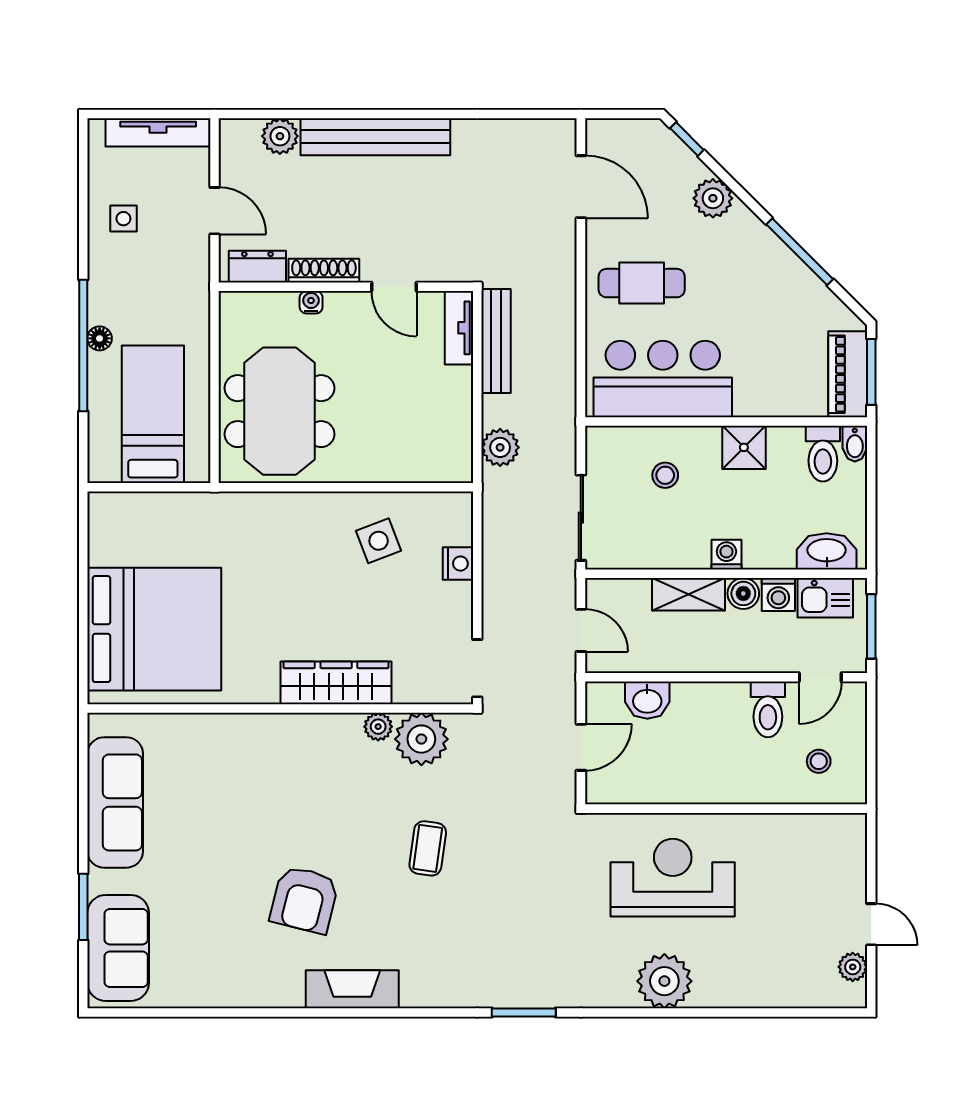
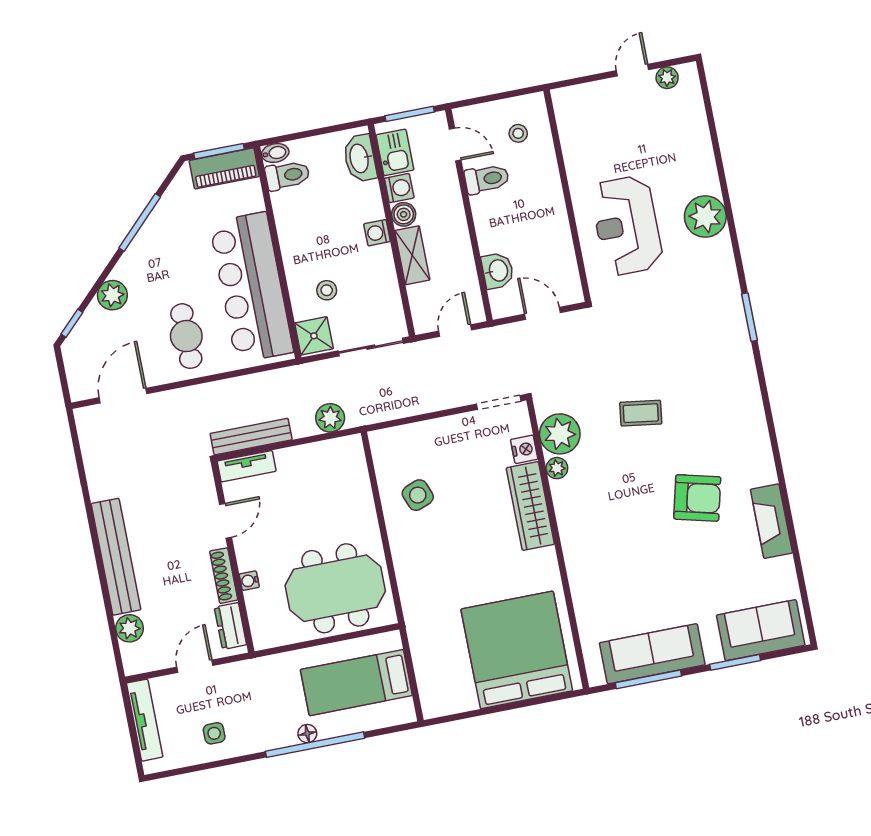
bar counter: (663, 379) -> (251, 287), width x1.36
shower: (744, 447) -> (314, 336), moved
nightstand: (458, 564) -> (524, 449), moved, turned 90
window: (83, 791) -> (648, 679), added
fireplace: (352, 989) -> (771, 521), moved

